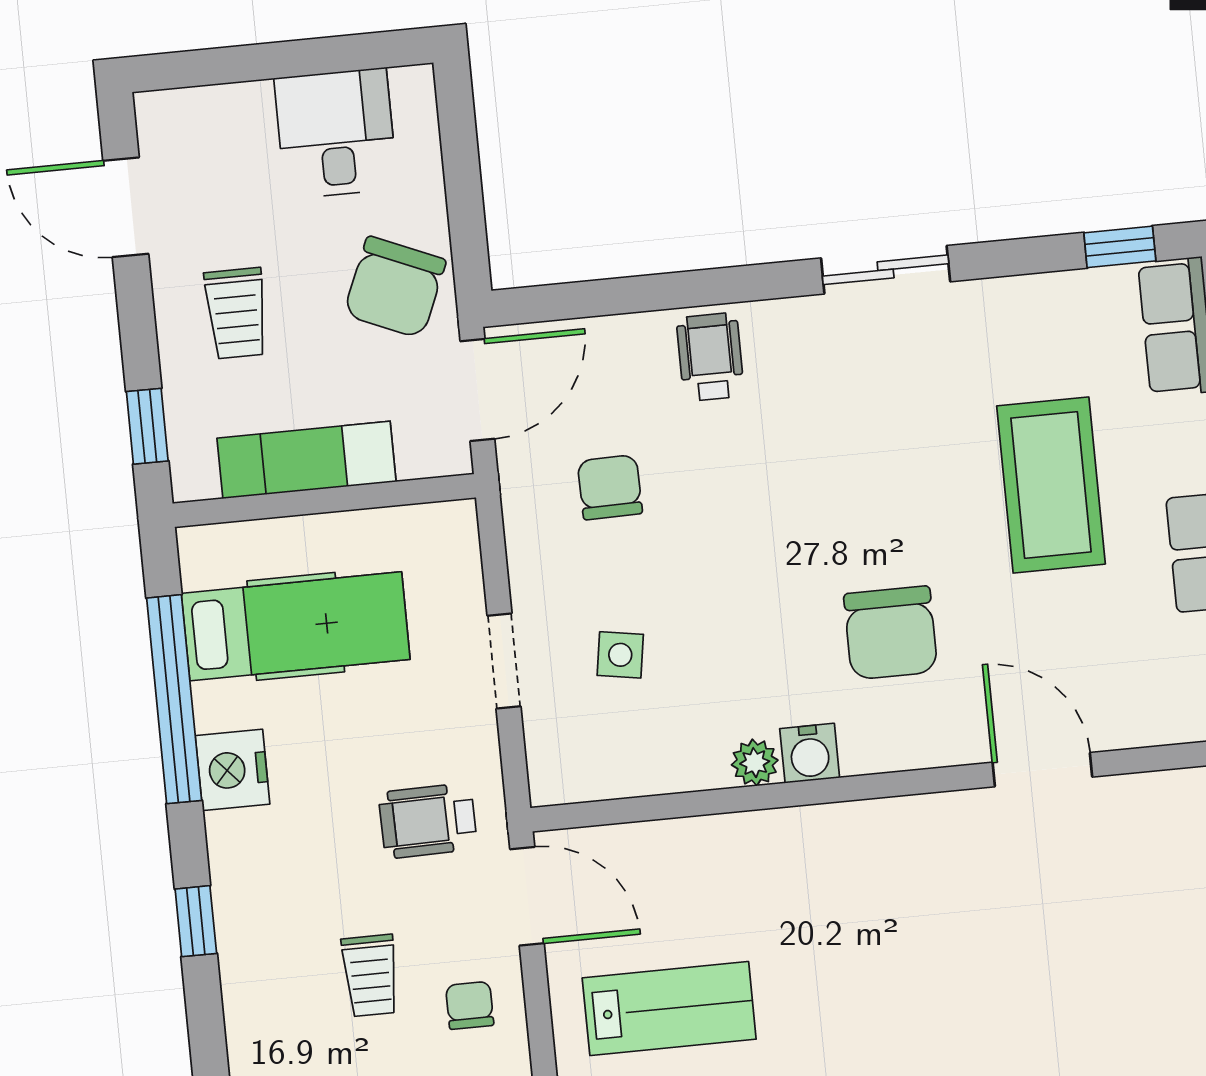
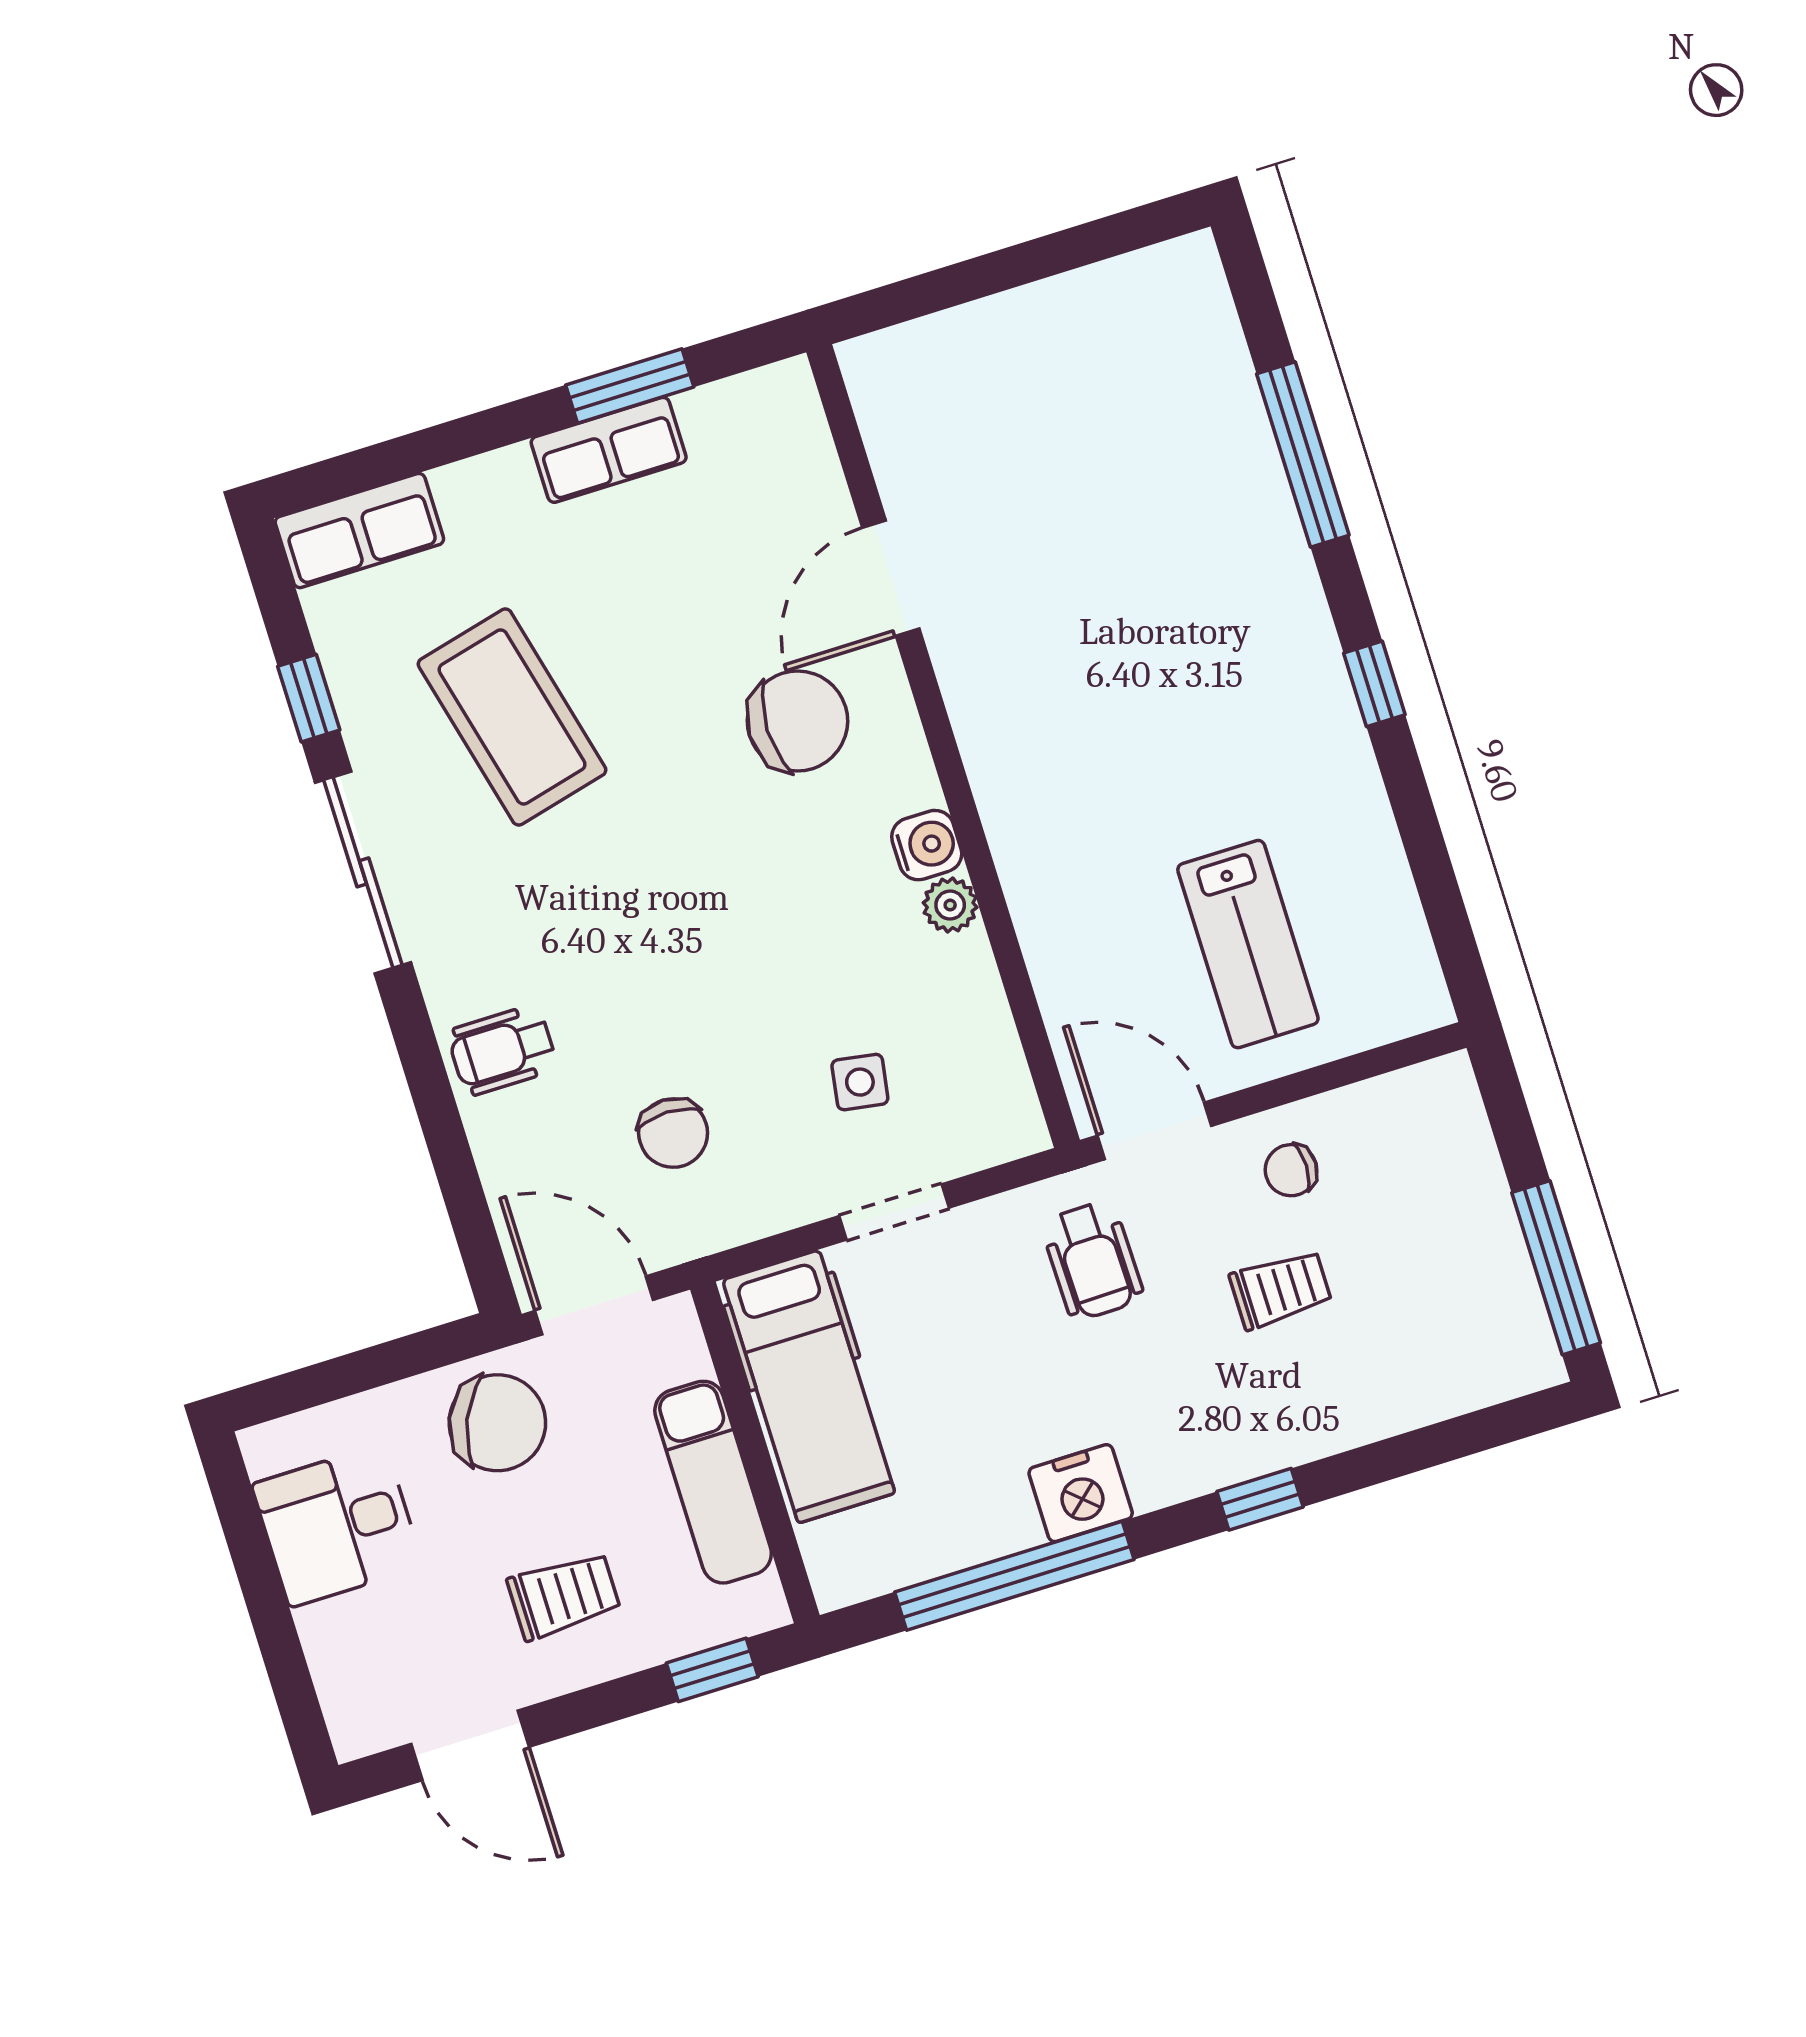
door: (126, 207) -> (470, 1745), hinge flipped
window: (1120, 247) -> (309, 698), moved
sliding door: (886, 270) -> (363, 872), width x1.37
coffee table: (1051, 485) -> (512, 717), moved, turned 76
chair: (610, 487) -> (673, 1133), turned -89
hospital bed: (296, 626) -> (809, 1386), moved, turned 180
chair: (891, 633) -> (798, 721), moved
door: (527, 896) -> (1154, 1131), hinge flipped
lab bench: (669, 1008) -> (1248, 944), turned 180

